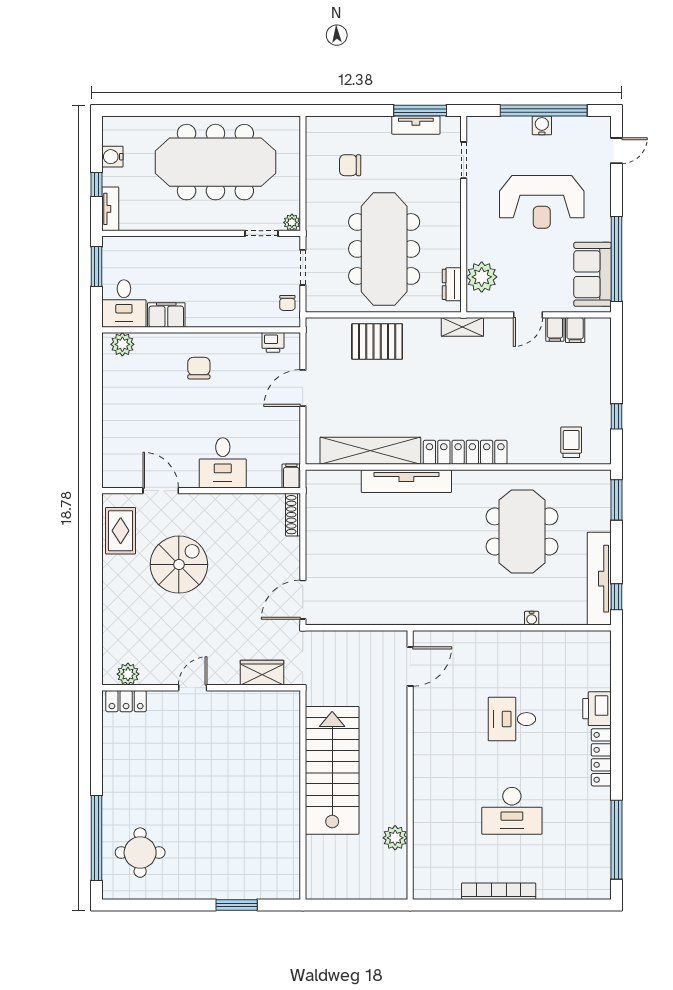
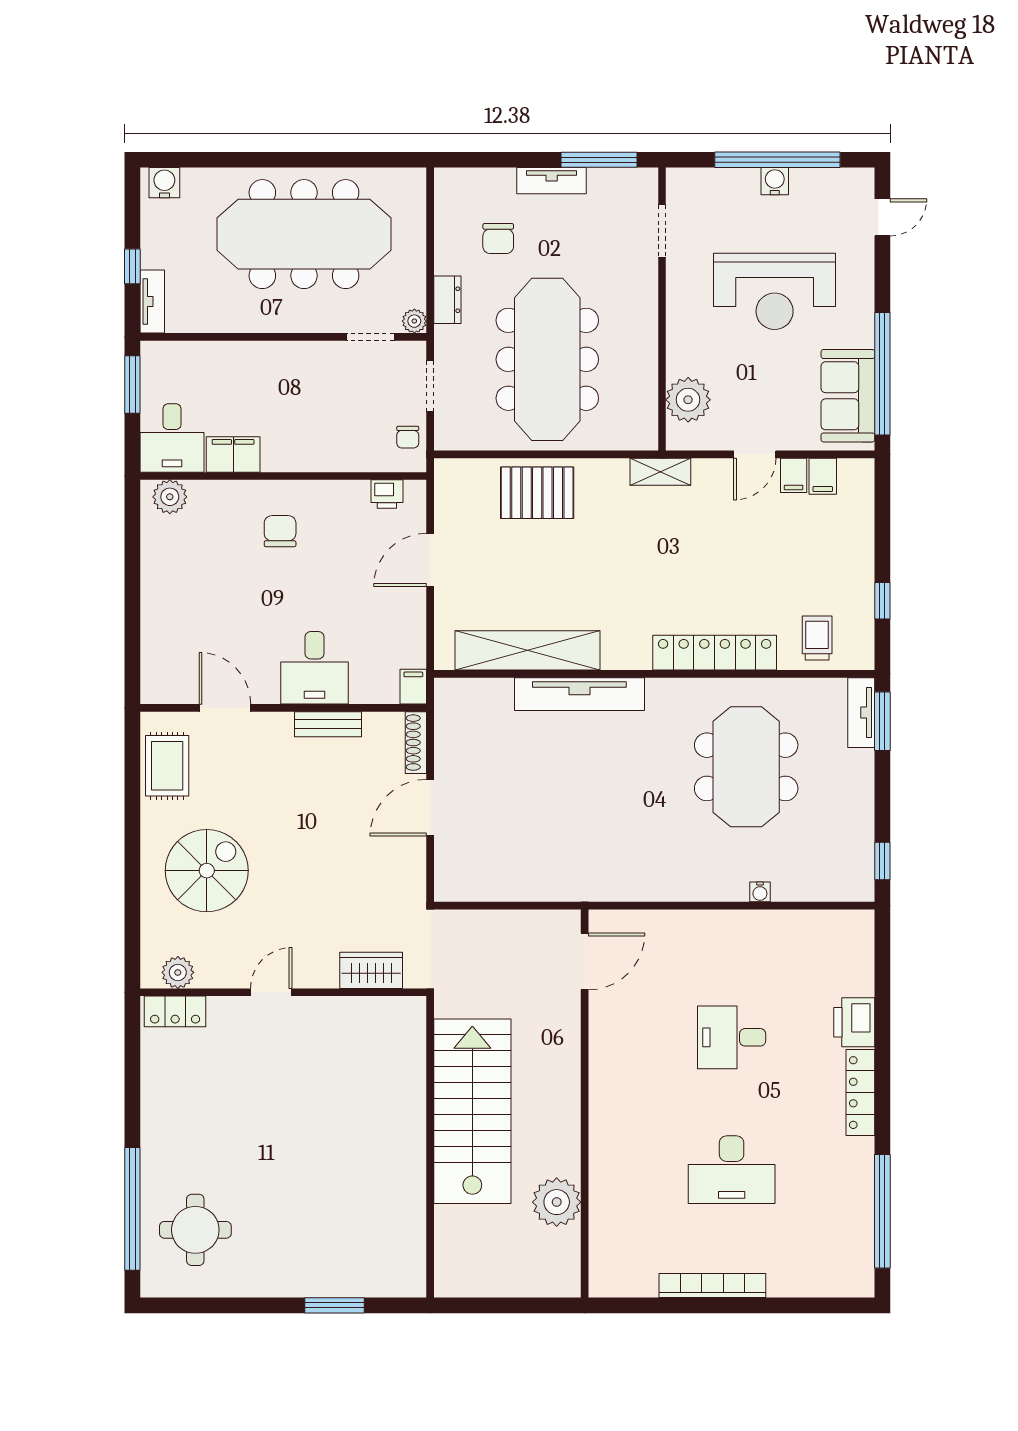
tv unit: (416, 125) -> (552, 181), moved
water cooler: (112, 157) -> (164, 183), moved, turned 90
chair: (350, 165) -> (498, 239), turned -90
dresser: (452, 284) -> (447, 300), moved, turned 180
locker: (465, 452) -> (715, 653), moved
bench: (232, 502) -> (328, 724), added
spiral stairs: (179, 565) -> (207, 871), moved
tv unit: (599, 579) -> (861, 713), moved, width x0.52, depth x0.78
door: (303, 600) -> (430, 808), moved
plant: (395, 838) -> (557, 1202), width x1.36, depth x1.36

